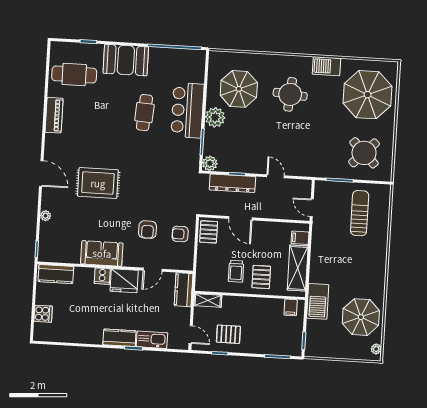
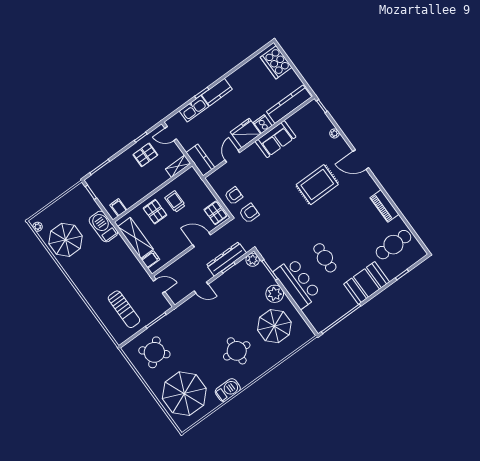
armchair: (148, 230) -> (249, 213), moved, turned 90
kitchen counter: (56, 274) -> (289, 104), width x1.50
cooker: (43, 314) -> (276, 62), width x1.87, depth x1.31

